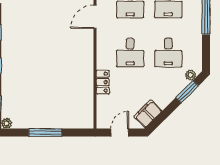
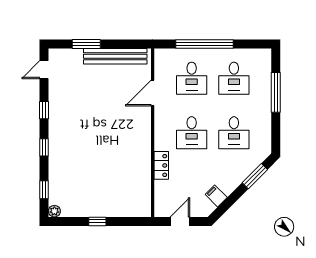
plant: (191, 75) -> (259, 158), removed
filing cabinet: (148, 114) -> (216, 196), width x0.50
window: (45, 133) -> (97, 221), width x0.46

